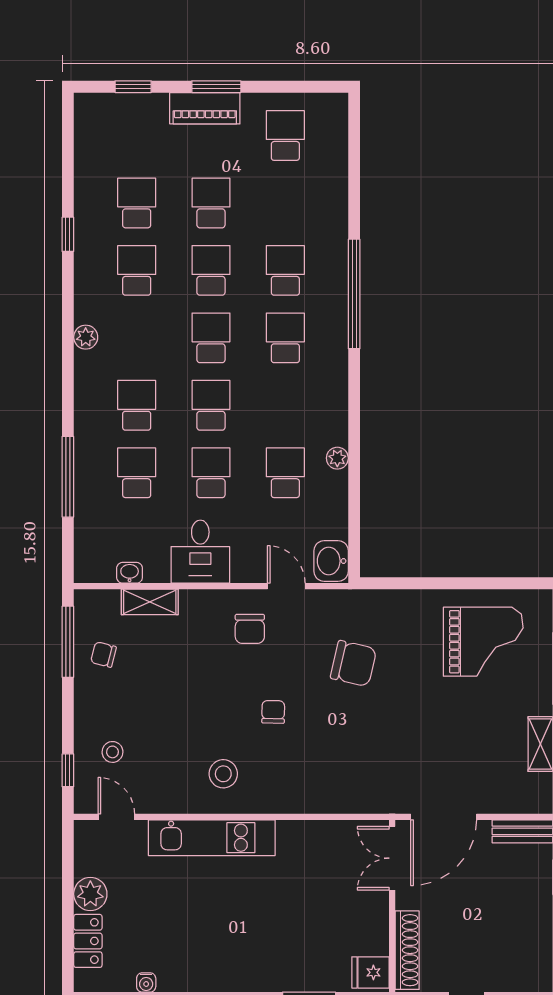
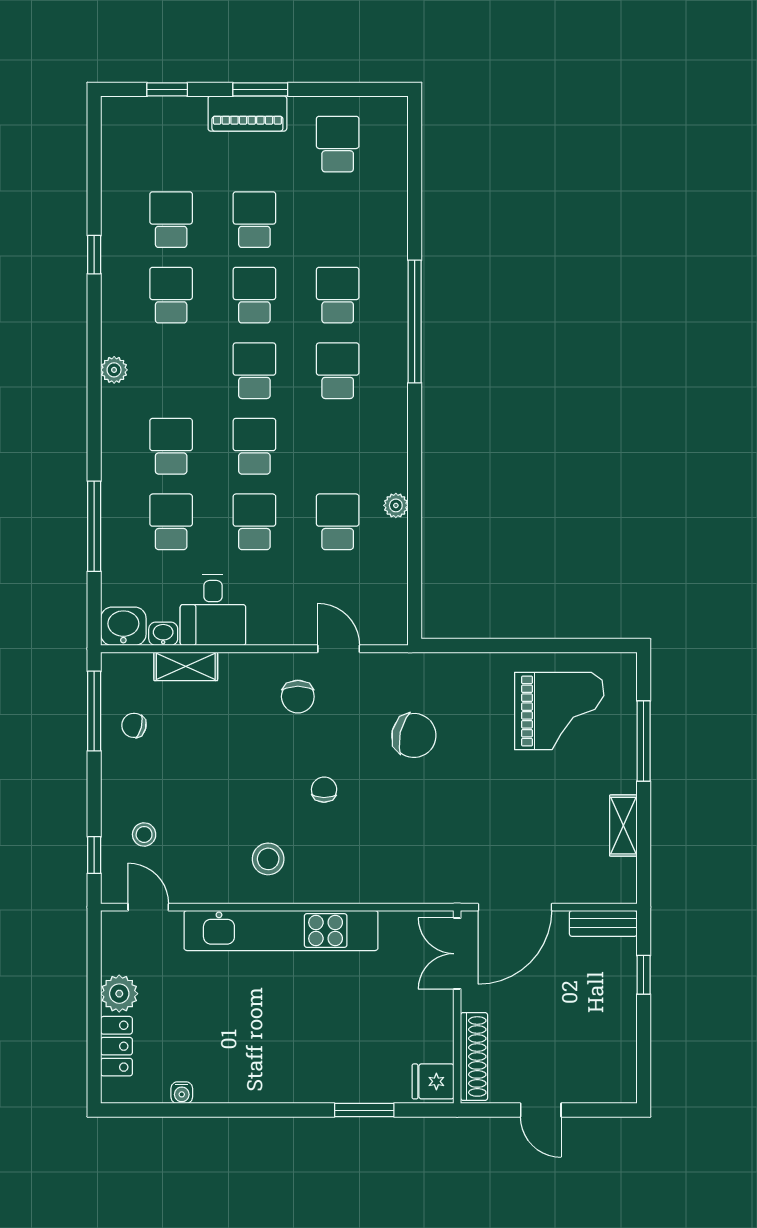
desk: (200, 552) -> (213, 610), moved
washbasin: (331, 561) -> (123, 626), moved, turned 90
kitchen unit: (212, 838) -> (281, 930), width x1.36

